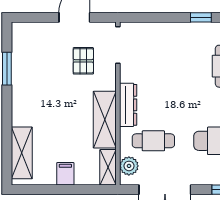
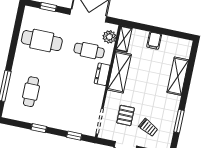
window: (149, 17) -> (74, 136), added
trolley: (48, 51) -> (148, 128), added
dresser: (128, 105) -> (102, 74), width x0.70
shelving: (22, 153) -> (178, 76), moved

